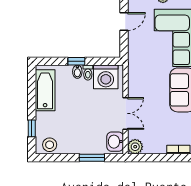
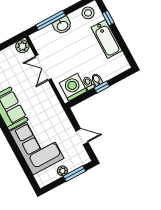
door: (124, 22) -> (82, 137), swing flipped
bathtub: (45, 90) -> (107, 39), moved
washbasin: (115, 142) -> (62, 26), moved, turned 90
window: (92, 158) -> (51, 20), width x1.44

